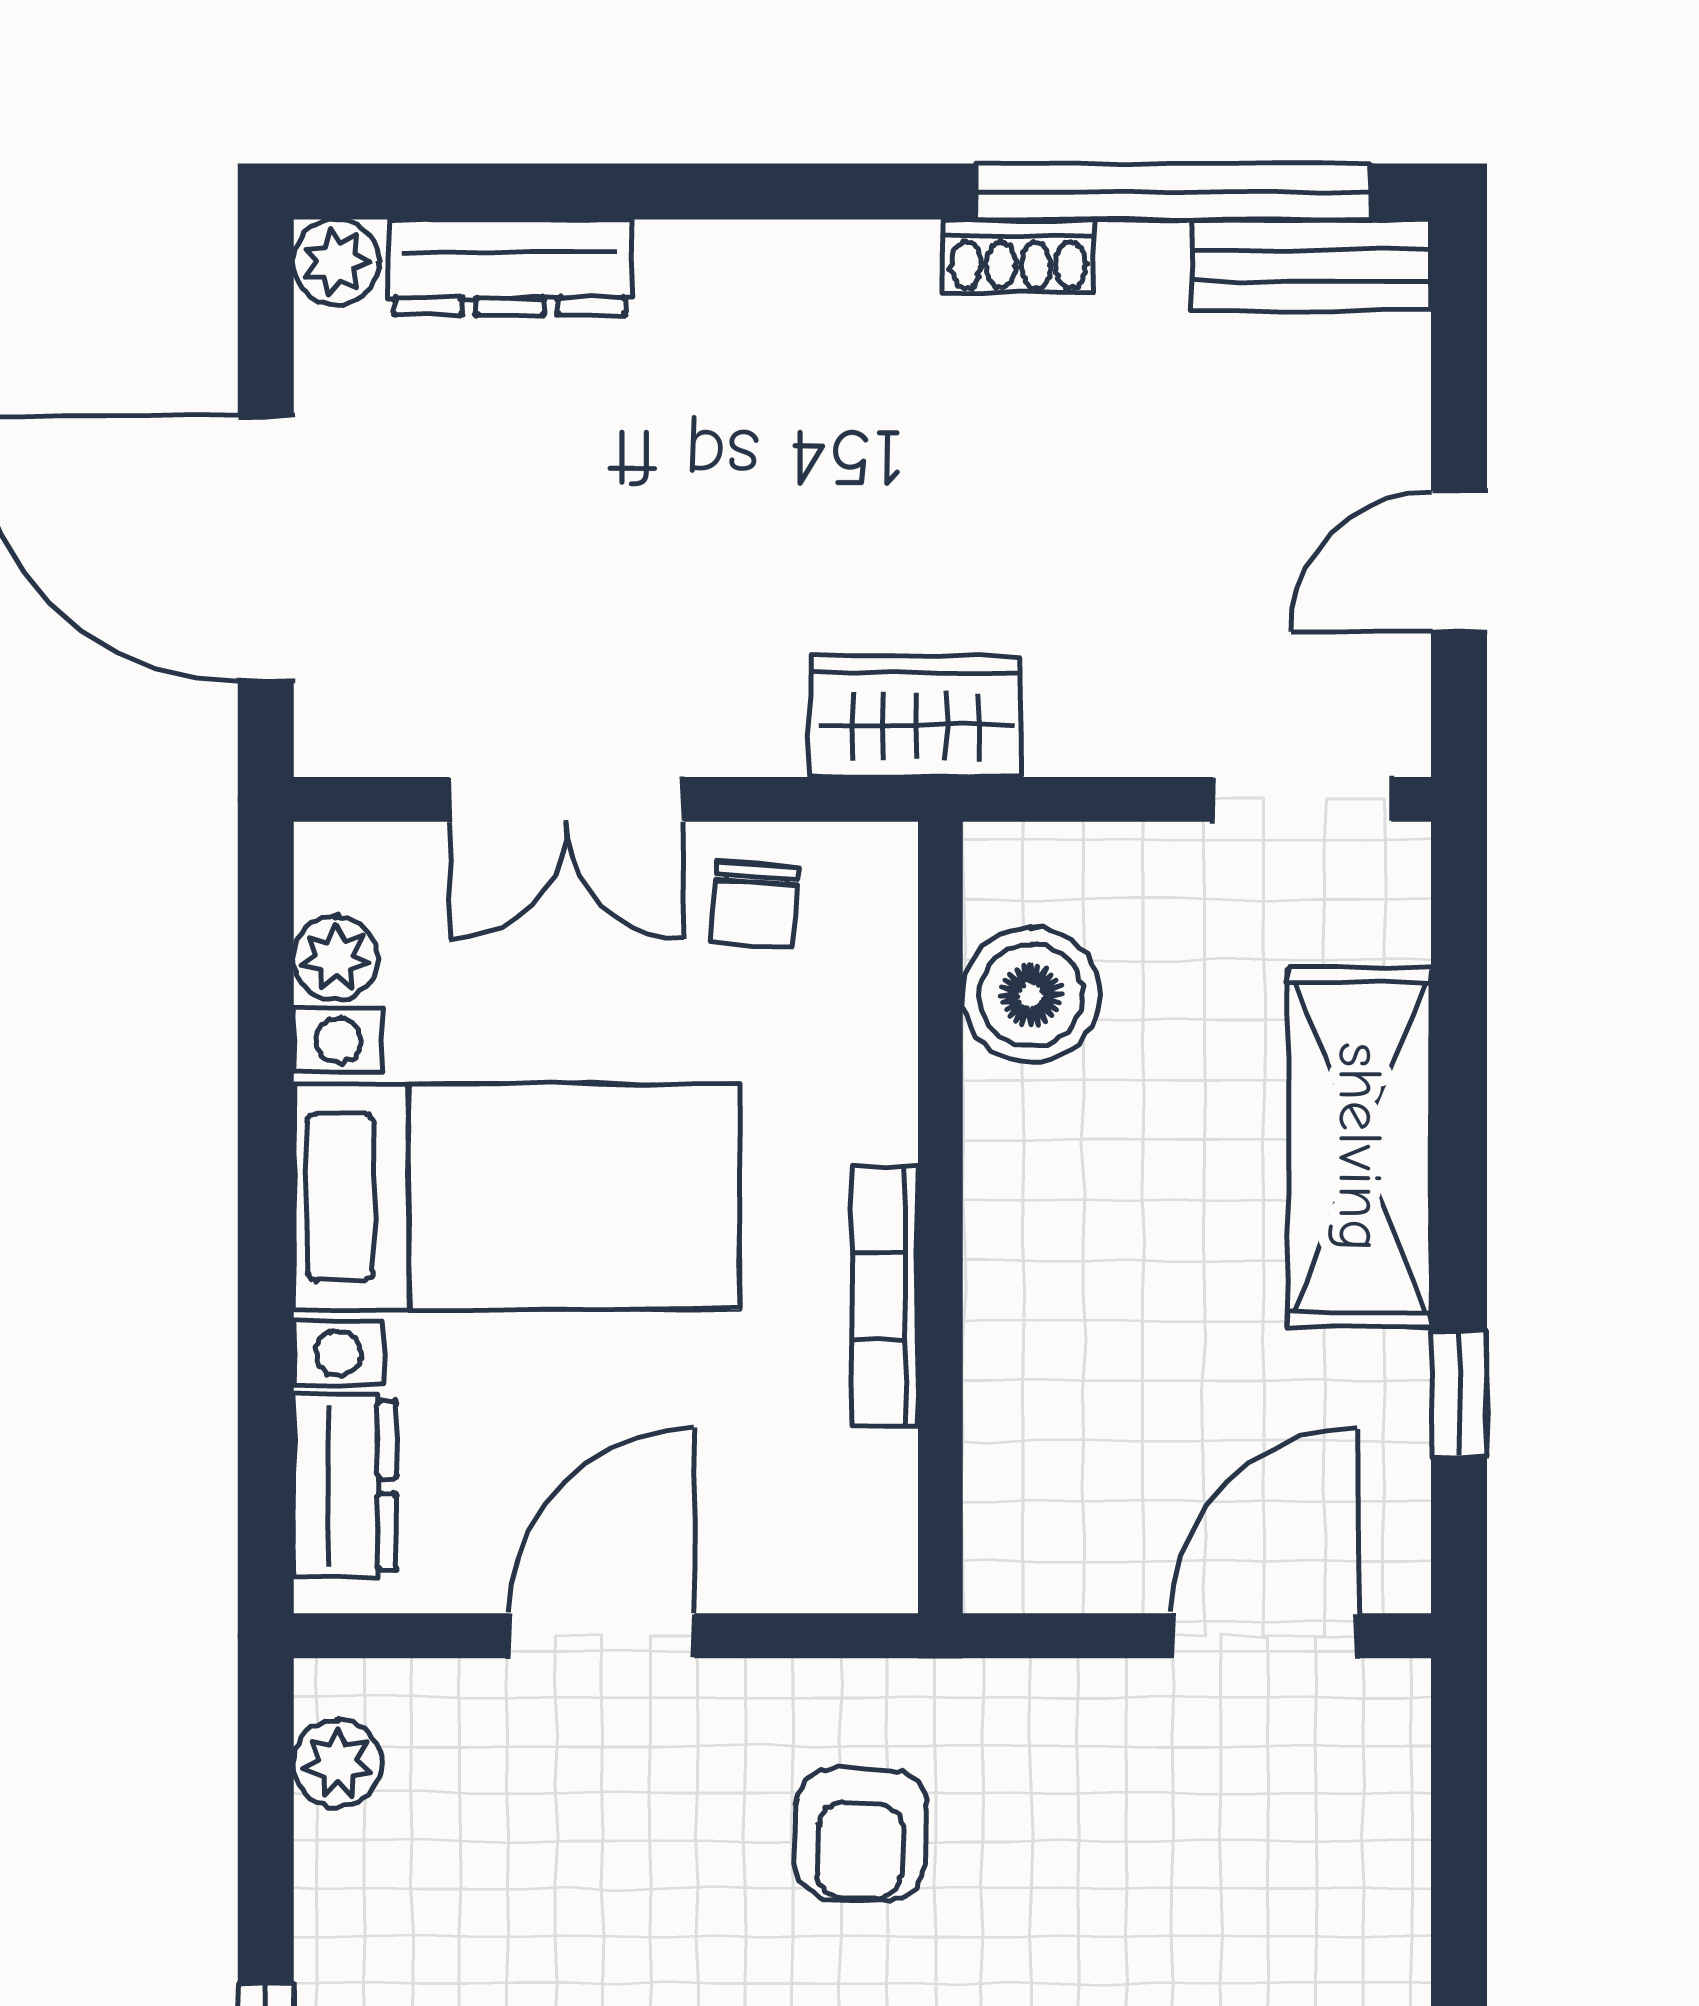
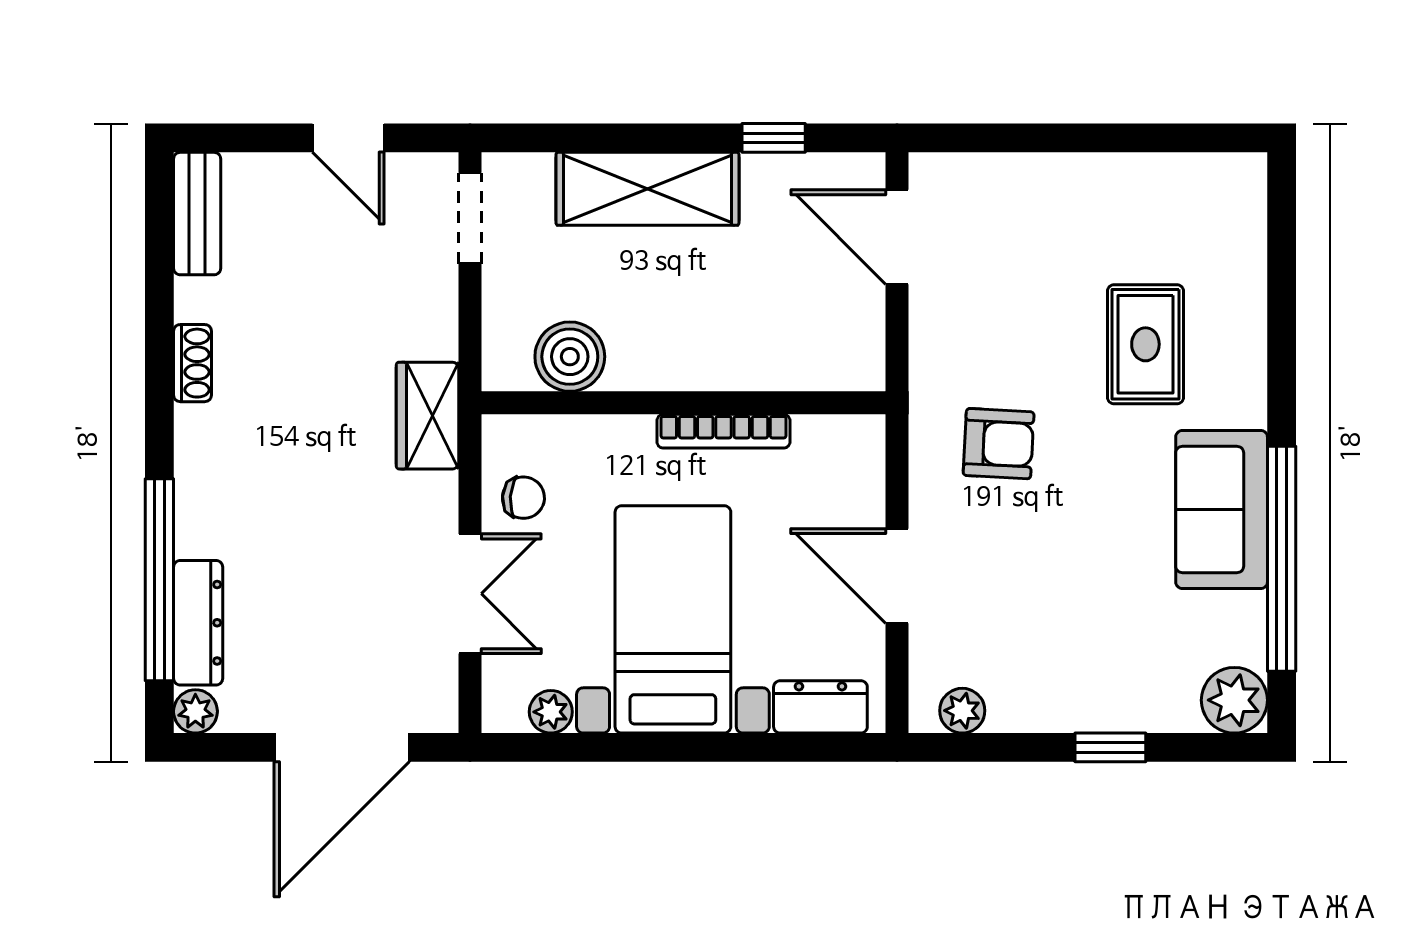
window: (1173, 192) -> (159, 580), moved

